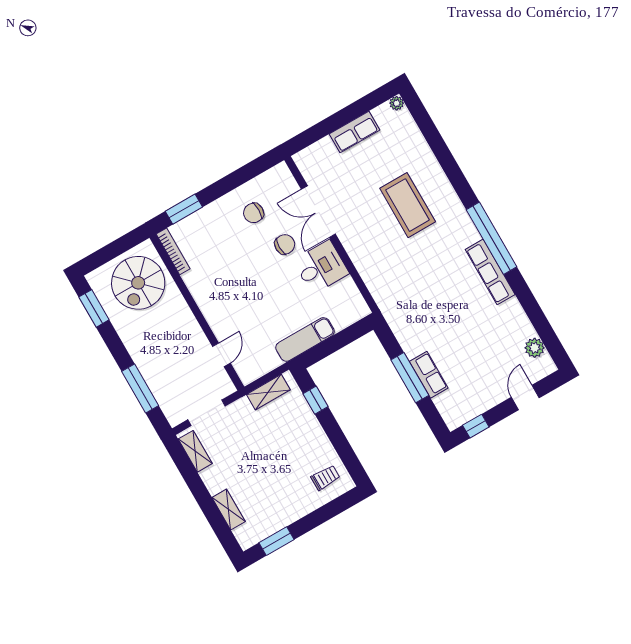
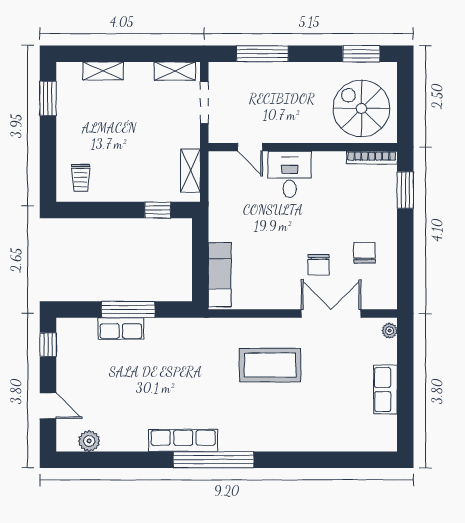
plant: (397, 103) -> (390, 331), moved
coffee table: (408, 205) -> (270, 365), moved
desk: (321, 267) -> (290, 174), moved, turned 180
exam couch: (305, 339) -> (220, 275), moved

